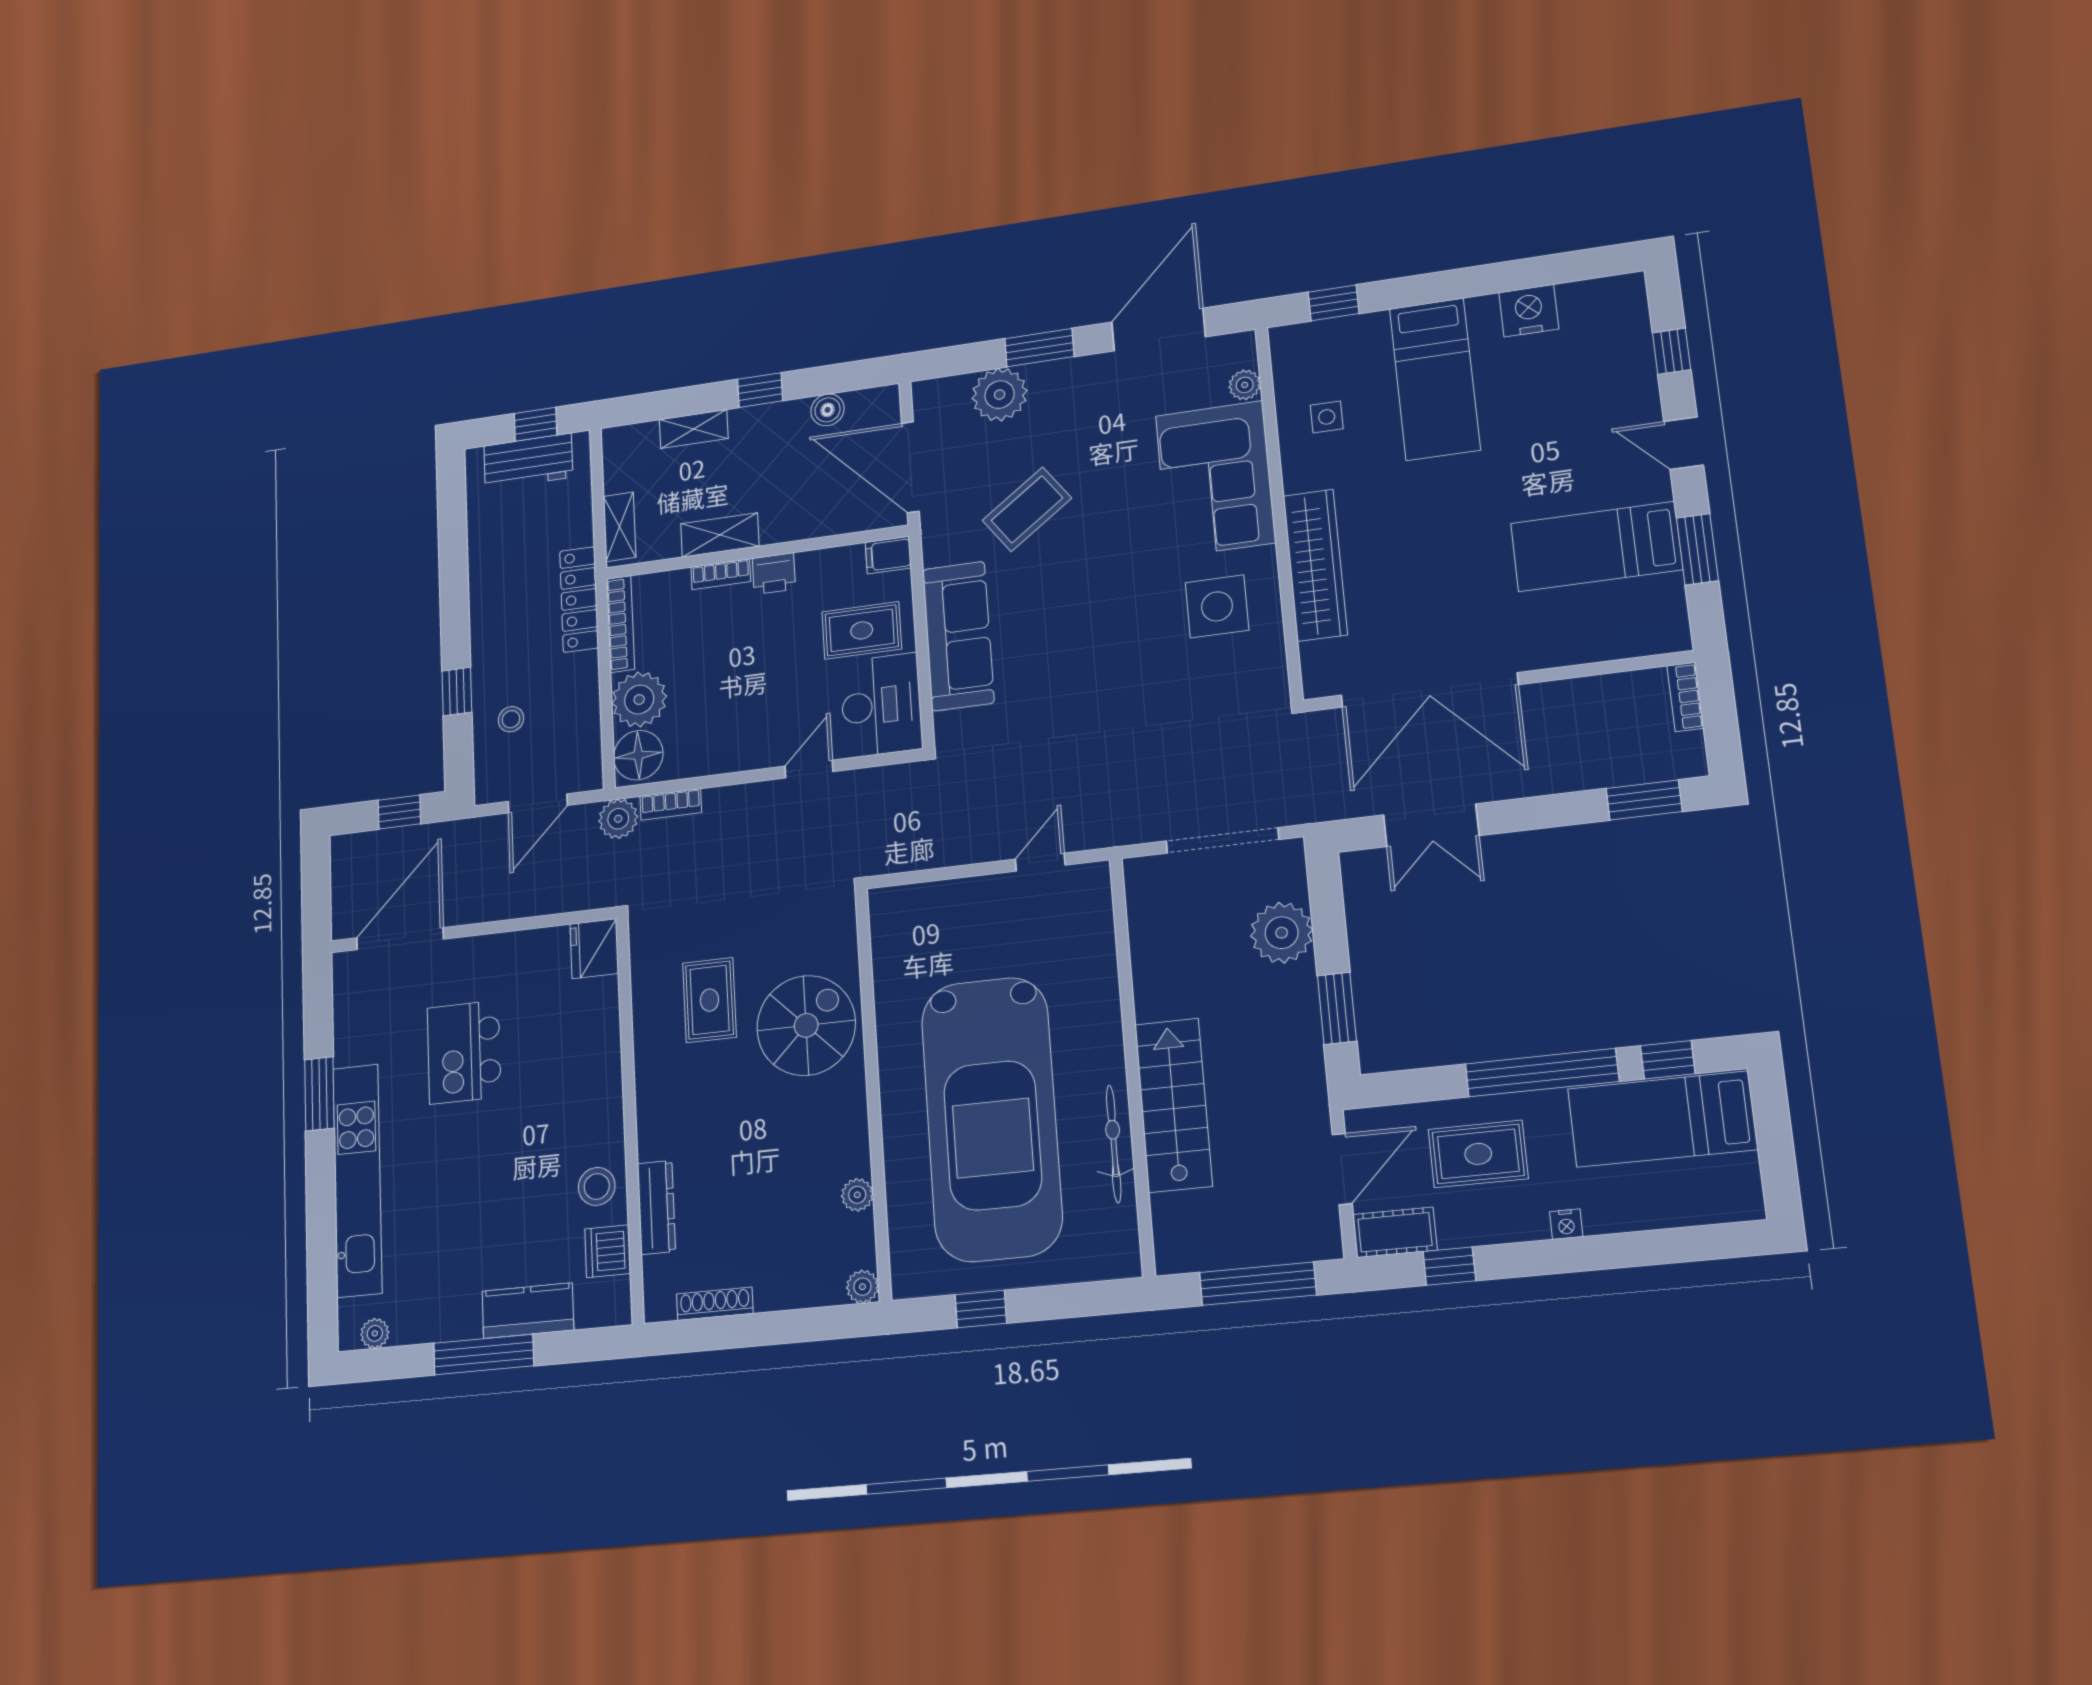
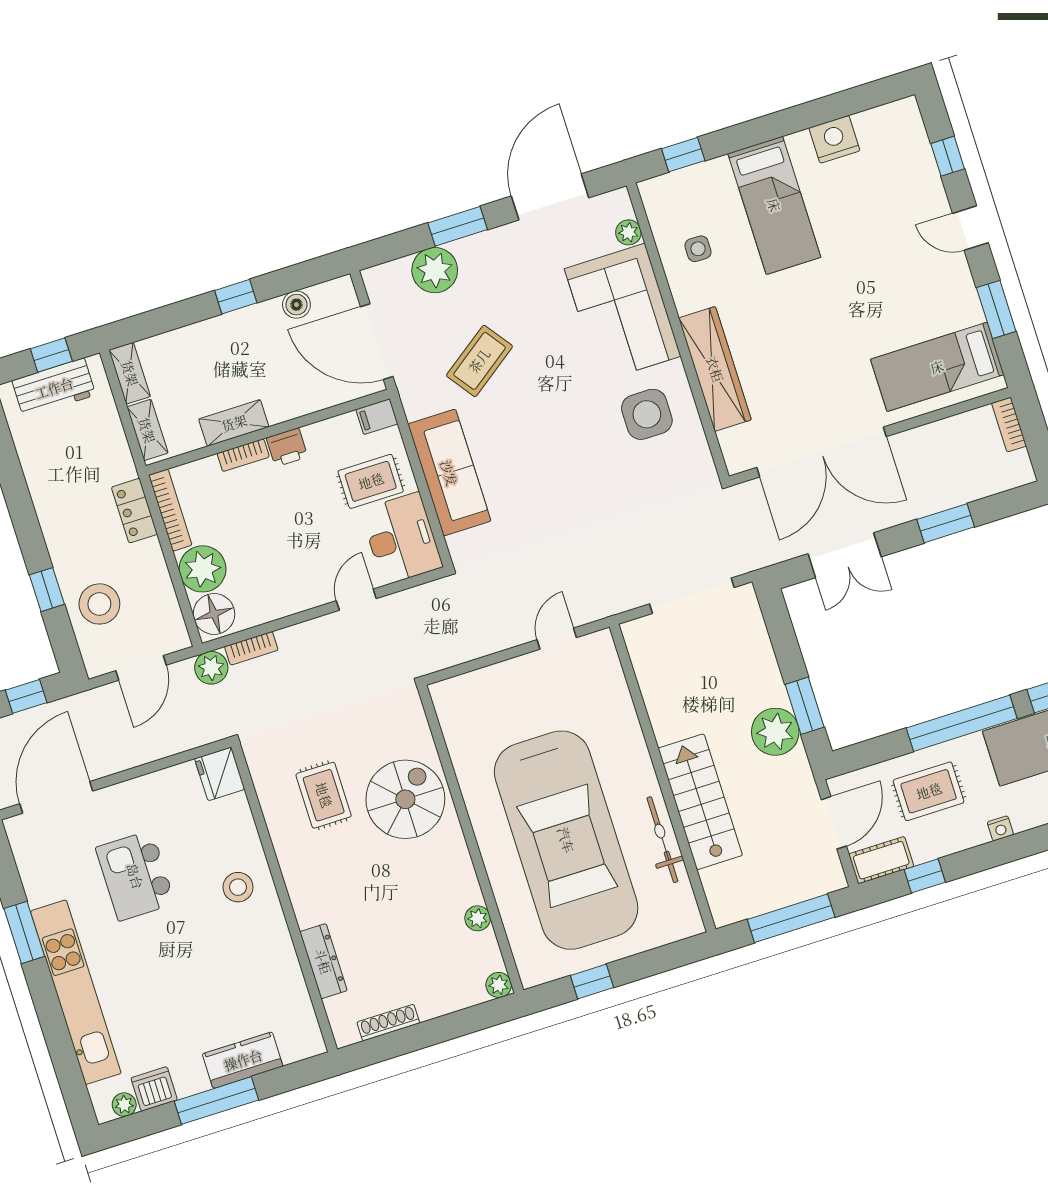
shelving: (694, 429) -> (130, 373), moved, turned 90
bed: (1596, 547) -> (937, 367), moved
locker: (579, 599) -> (134, 511), width x0.66
stool: (511, 719) -> (99, 604), width x1.89, depth x1.89
window: (1644, 800) -> (946, 523), moved
plant: (1282, 933) -> (775, 732), moved
stool: (597, 1186) -> (238, 887), moved
dishwasher: (608, 1251) -> (154, 1089), moved, turned 90

